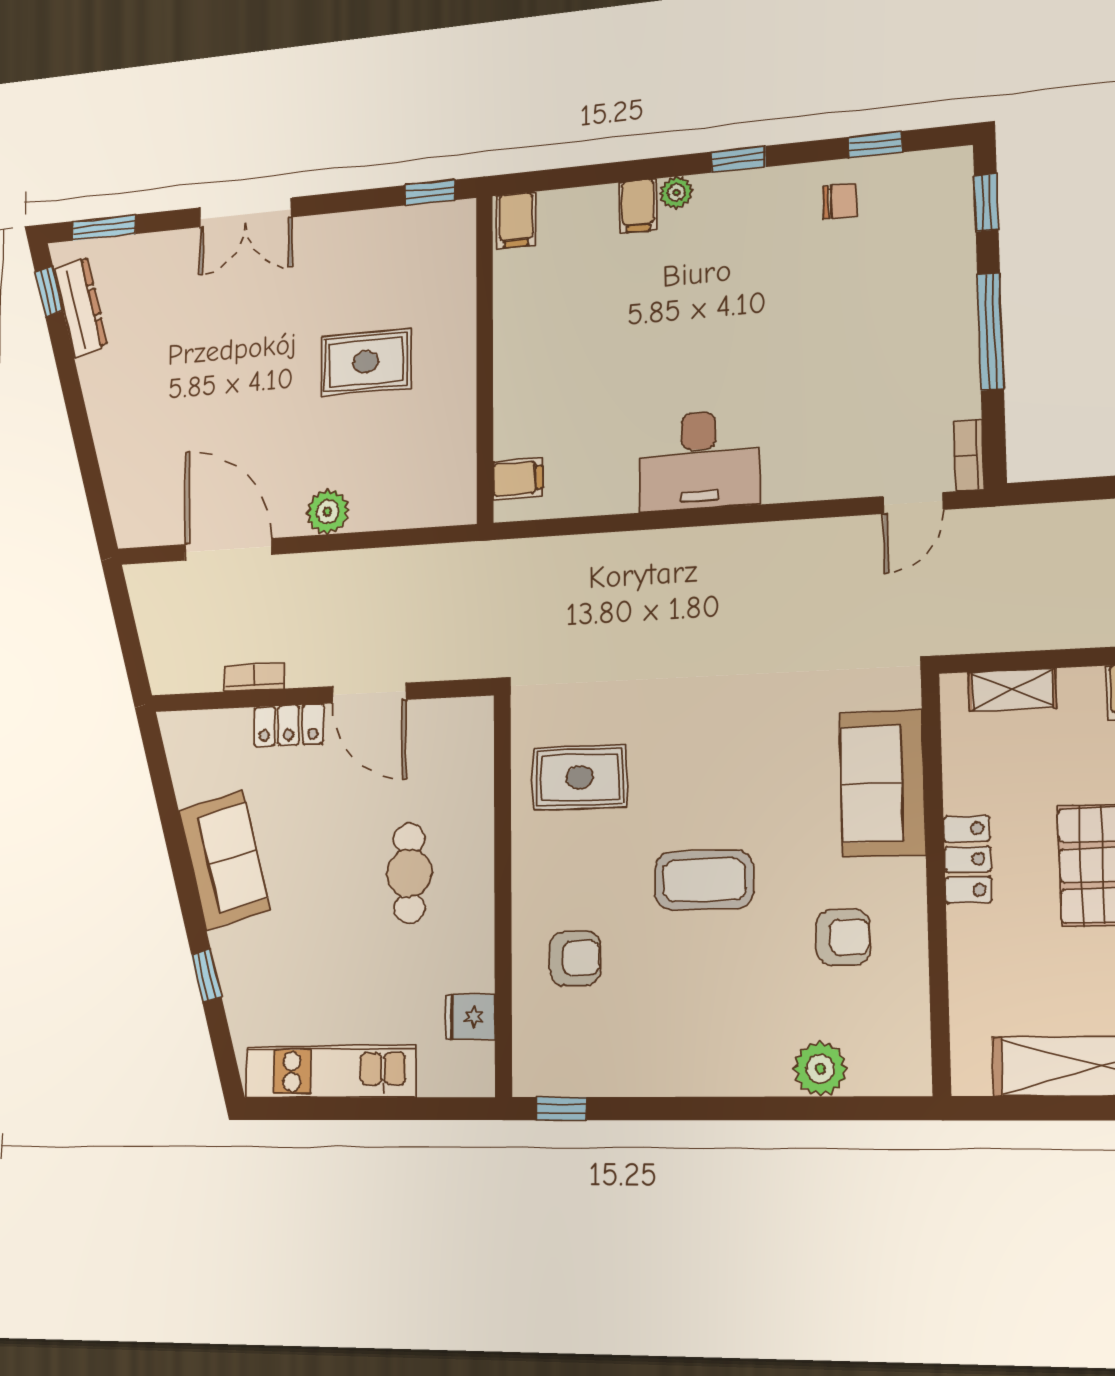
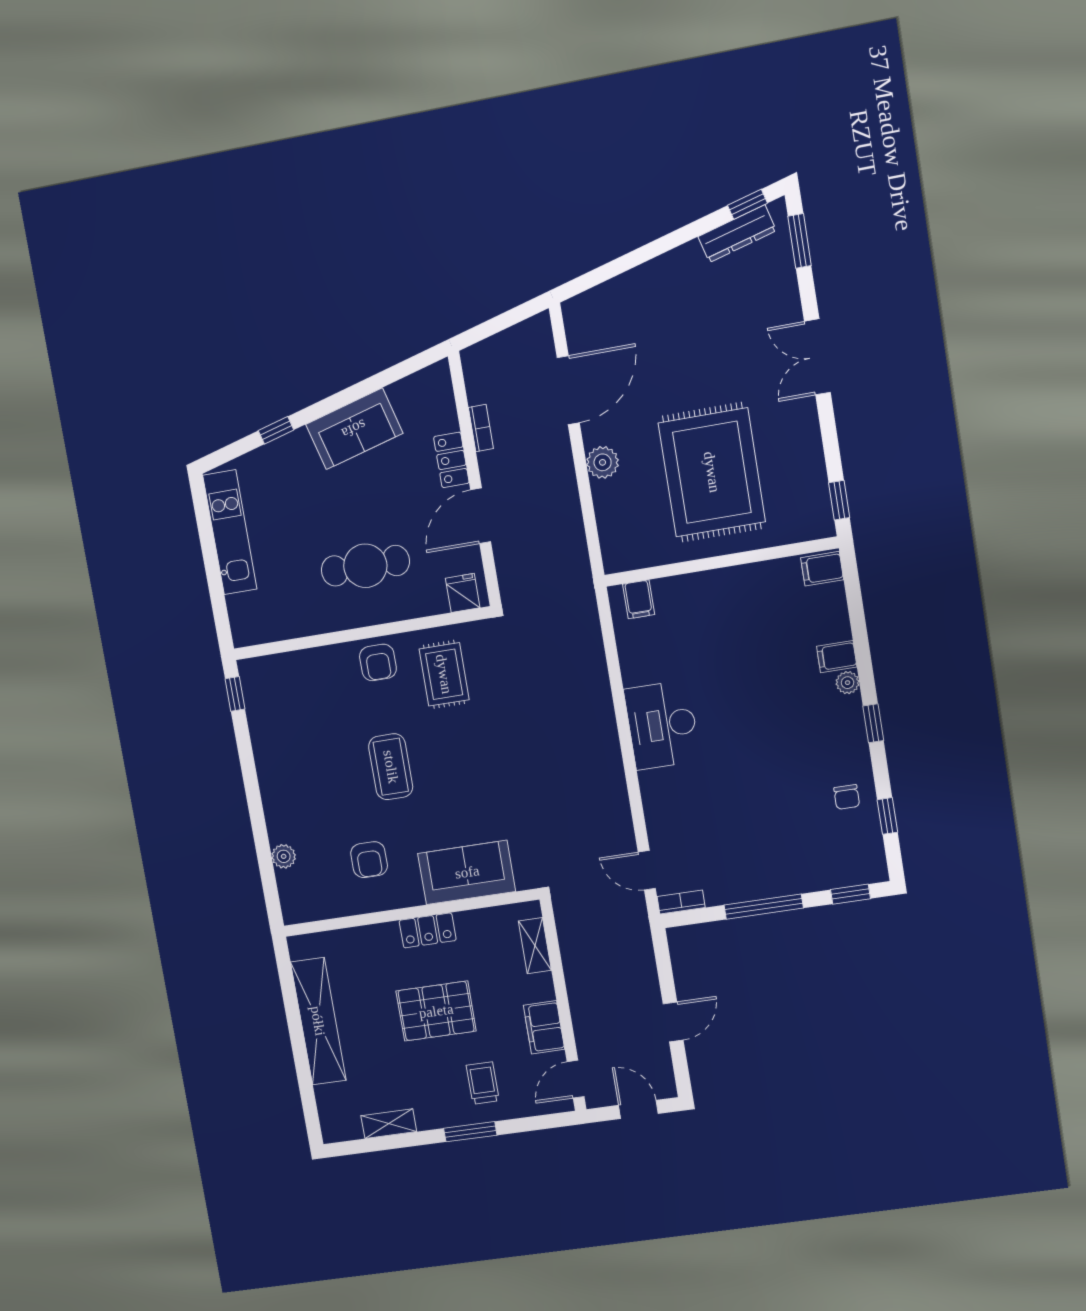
rug: (366, 362) -> (712, 472), width x1.86, depth x2.06
cafe table: (409, 873) -> (365, 566), width x1.37, depth x1.35
armchair: (575, 958) -> (378, 662), moved
fridge: (470, 1017) -> (463, 593), moved
plant: (820, 1069) -> (284, 856), width x0.73, depth x0.73

